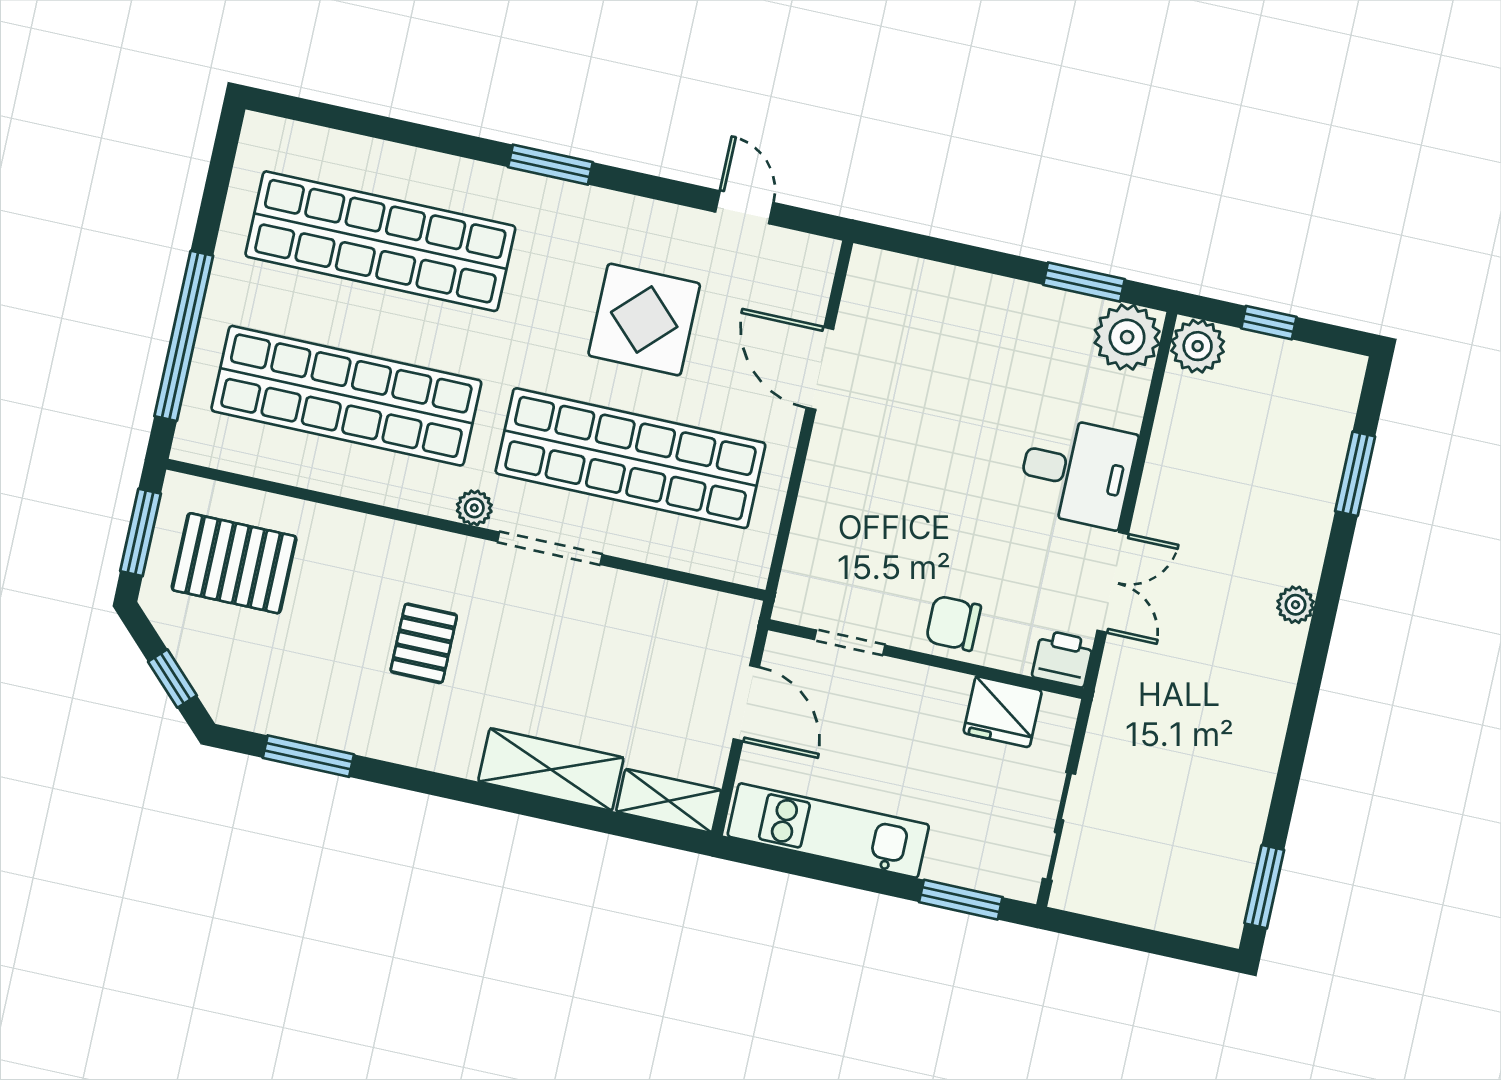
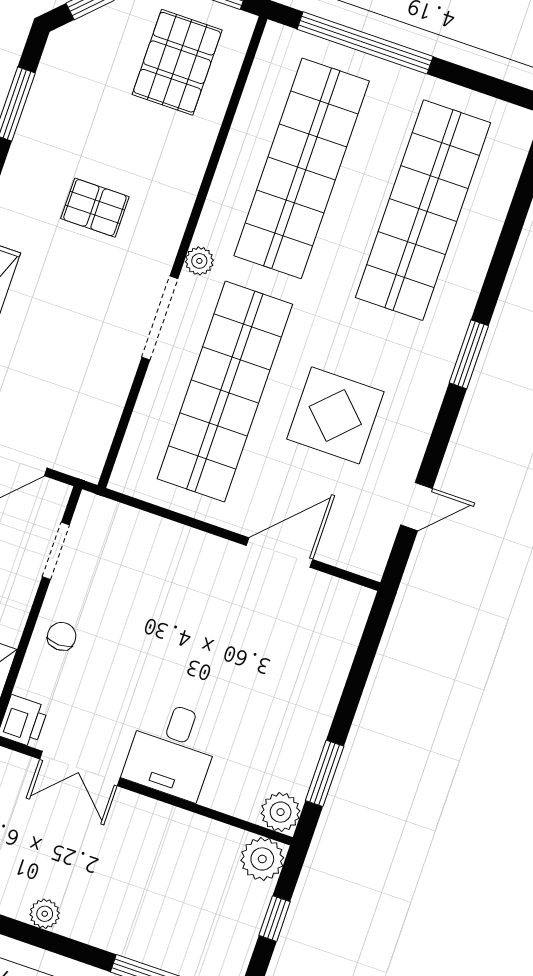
plant: (1127, 337) -> (281, 812), width x0.73, depth x0.73
chair: (953, 623) -> (62, 636), width x0.73, depth x0.73

